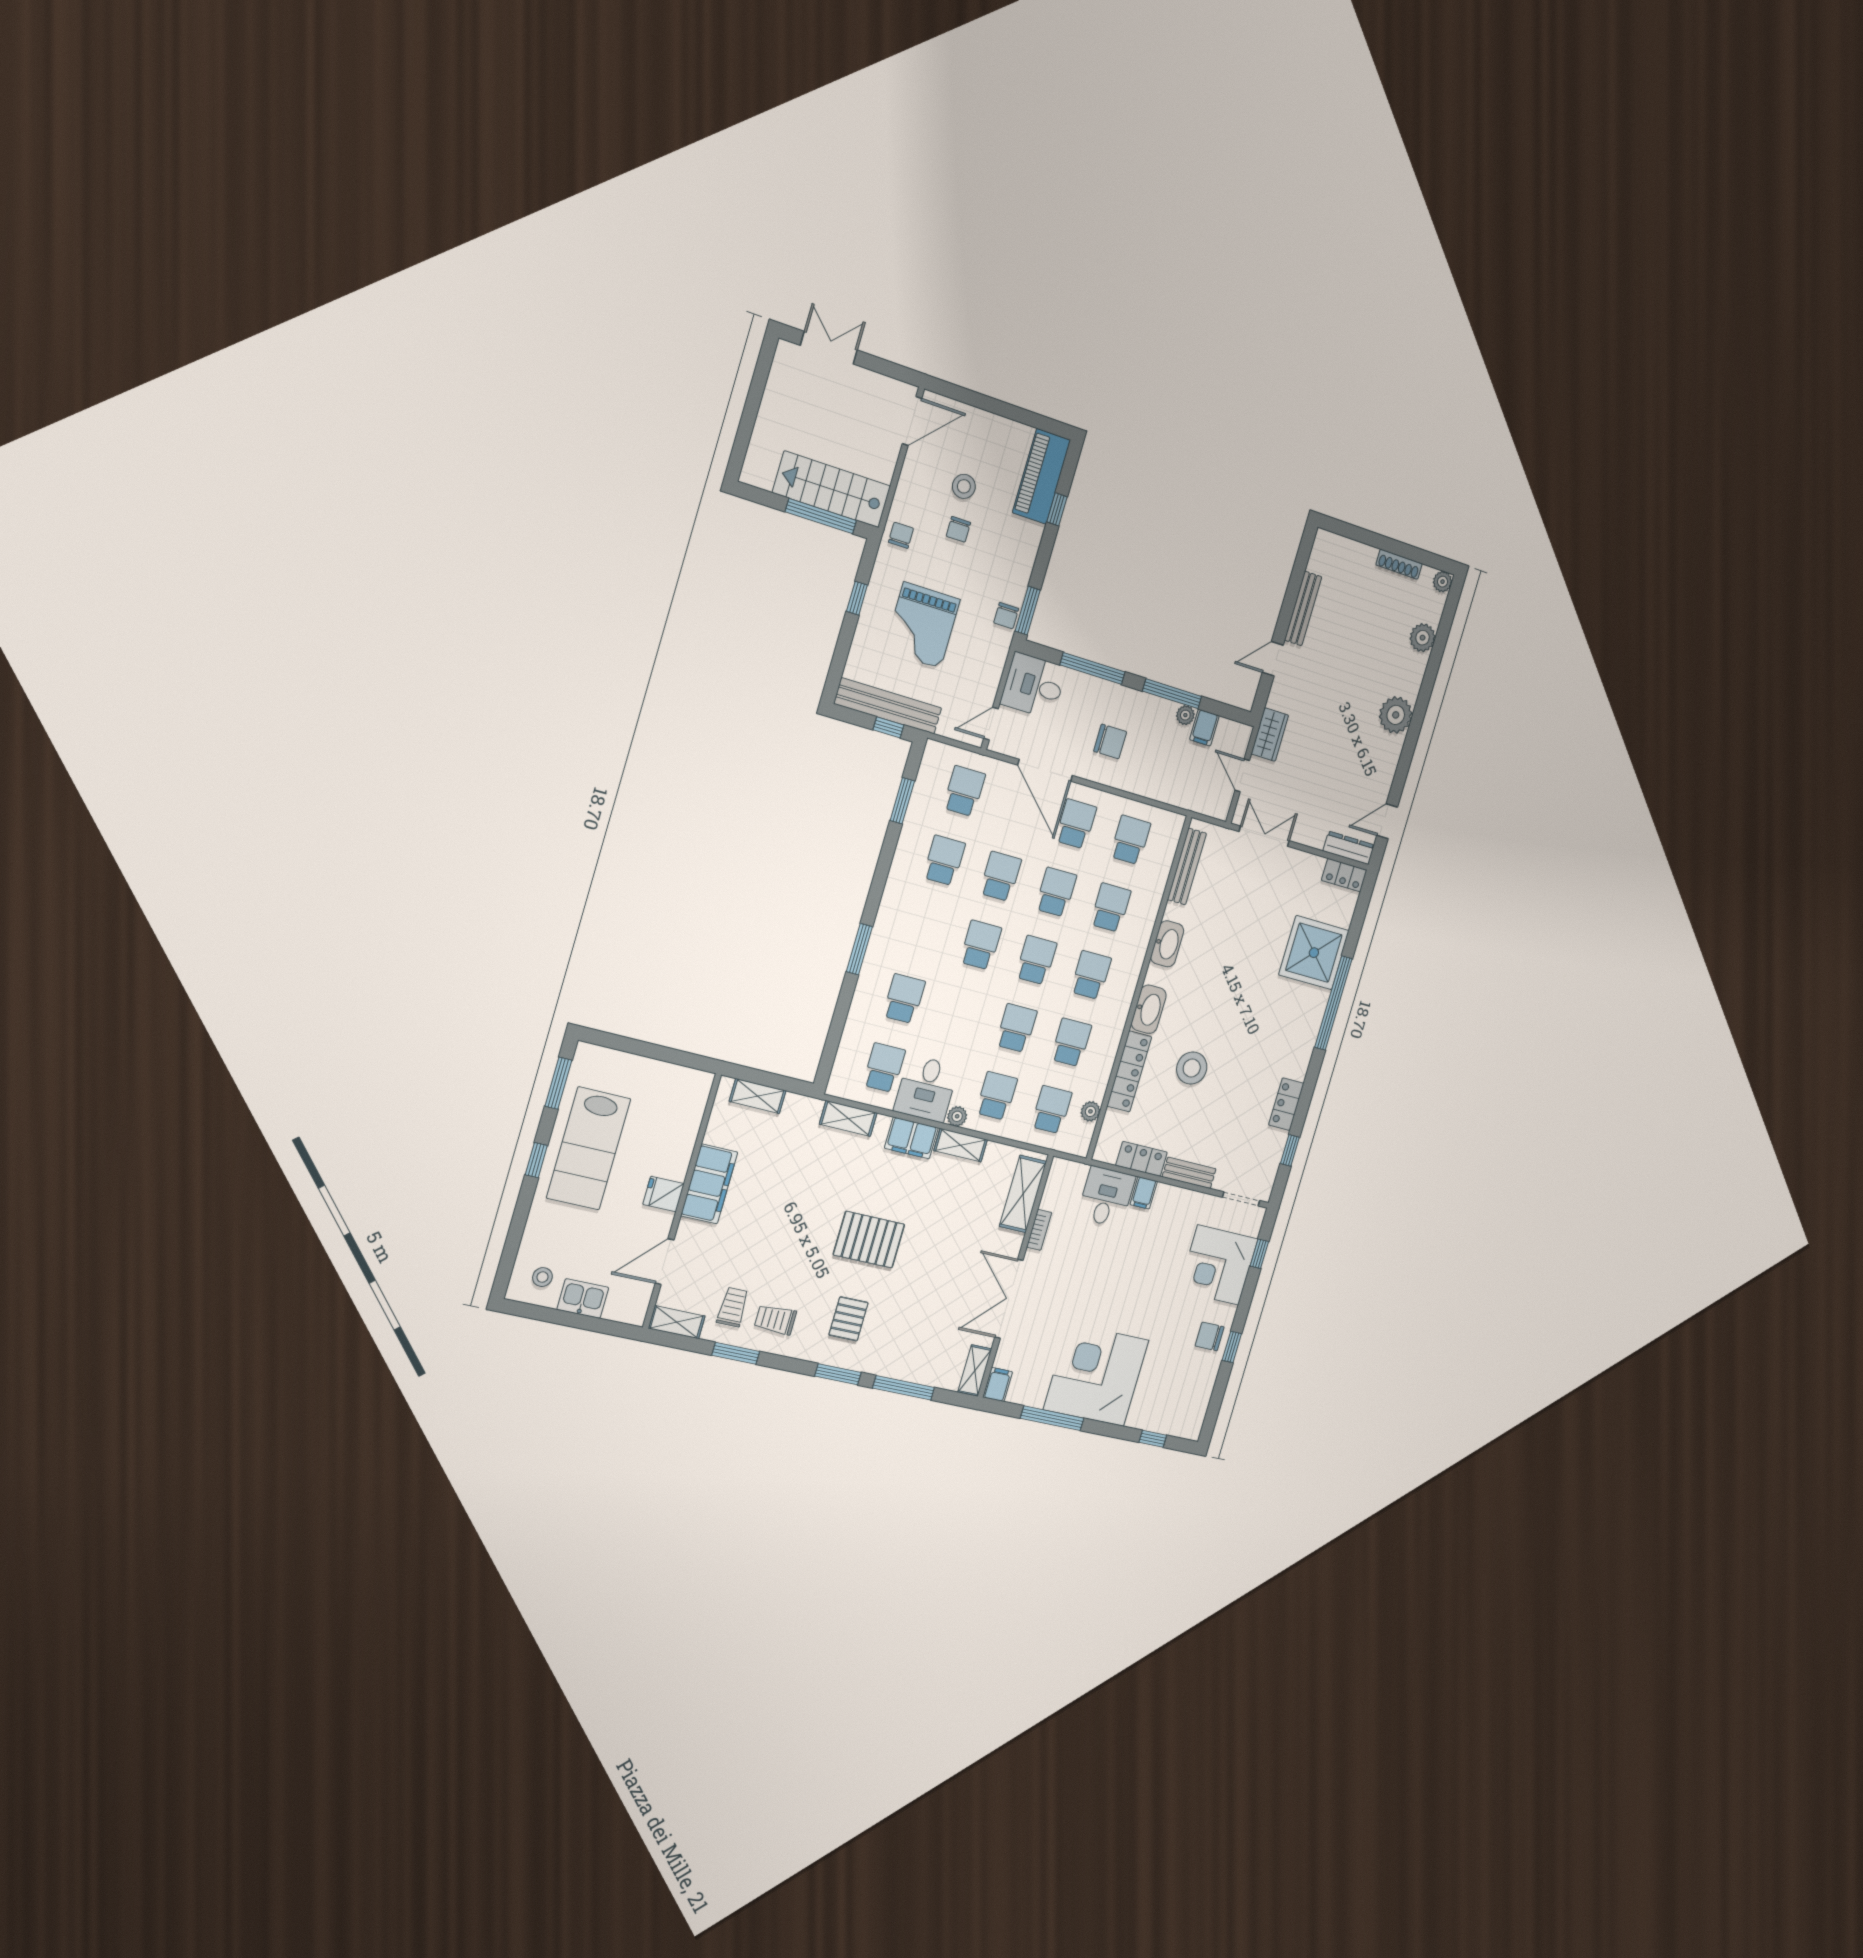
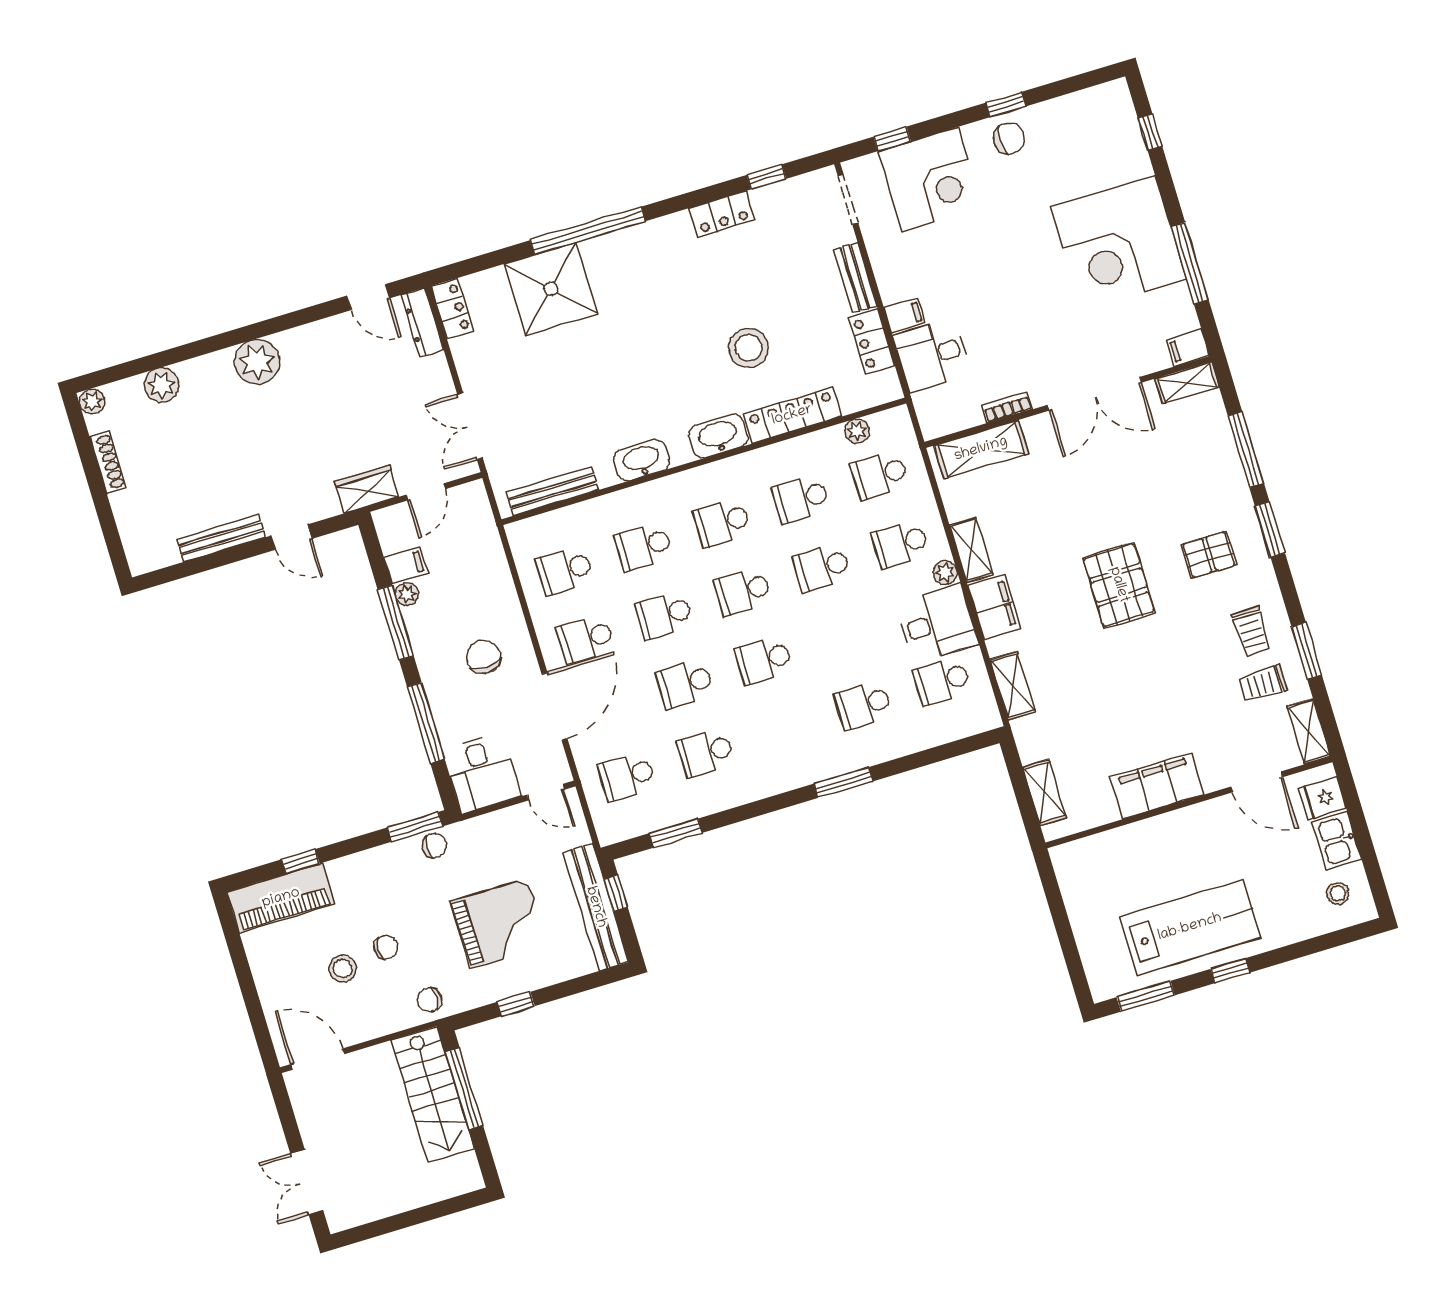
fridge: (663, 1194) -> (1322, 798), moved, turned 90
chair: (1210, 1336) -> (1009, 138), turned -90

